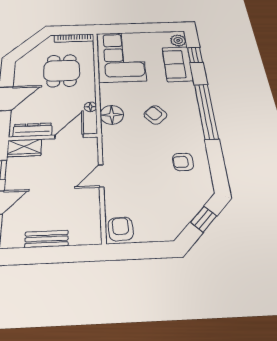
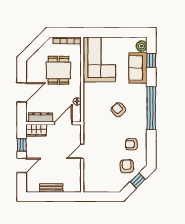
floor lamp: (112, 115) -> (91, 108), removed
armchair: (121, 229) -> (127, 166), moved

